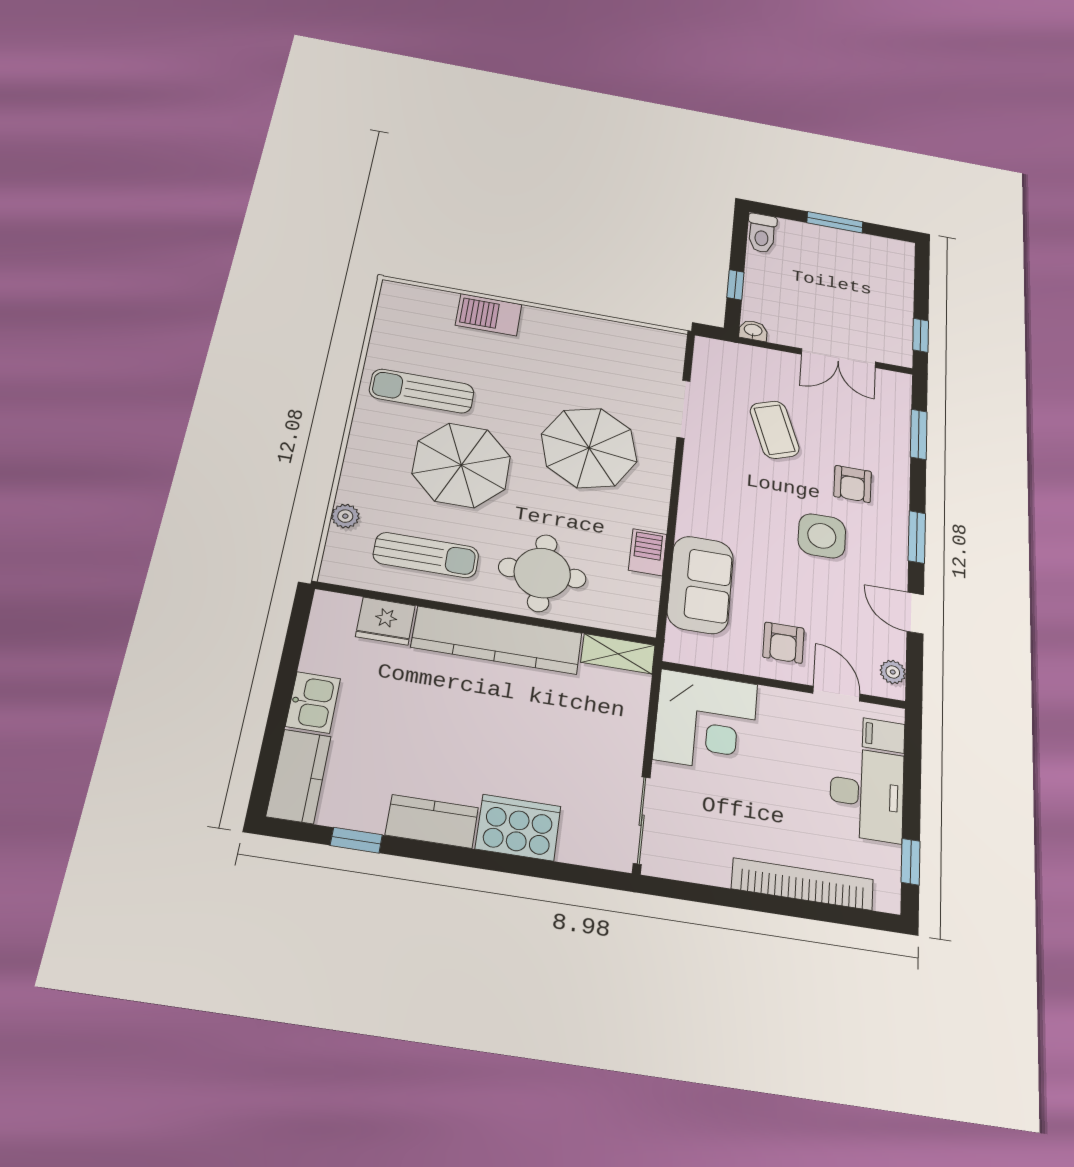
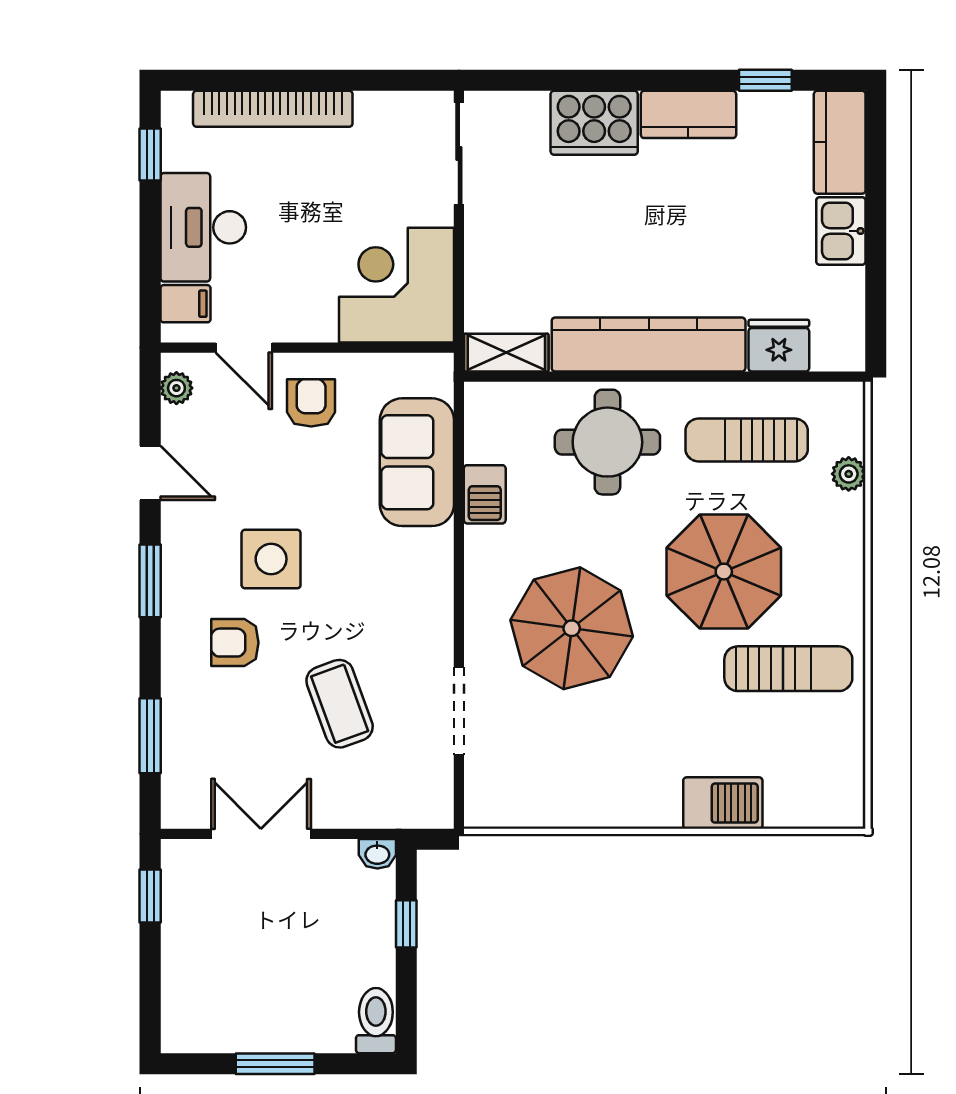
armchair: (853, 484) -> (235, 643), turned -90

